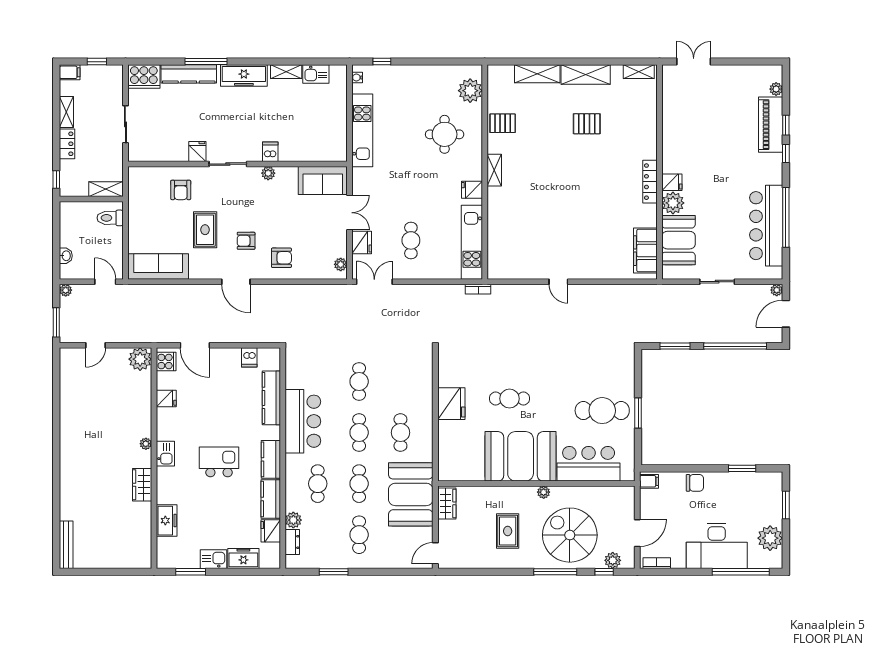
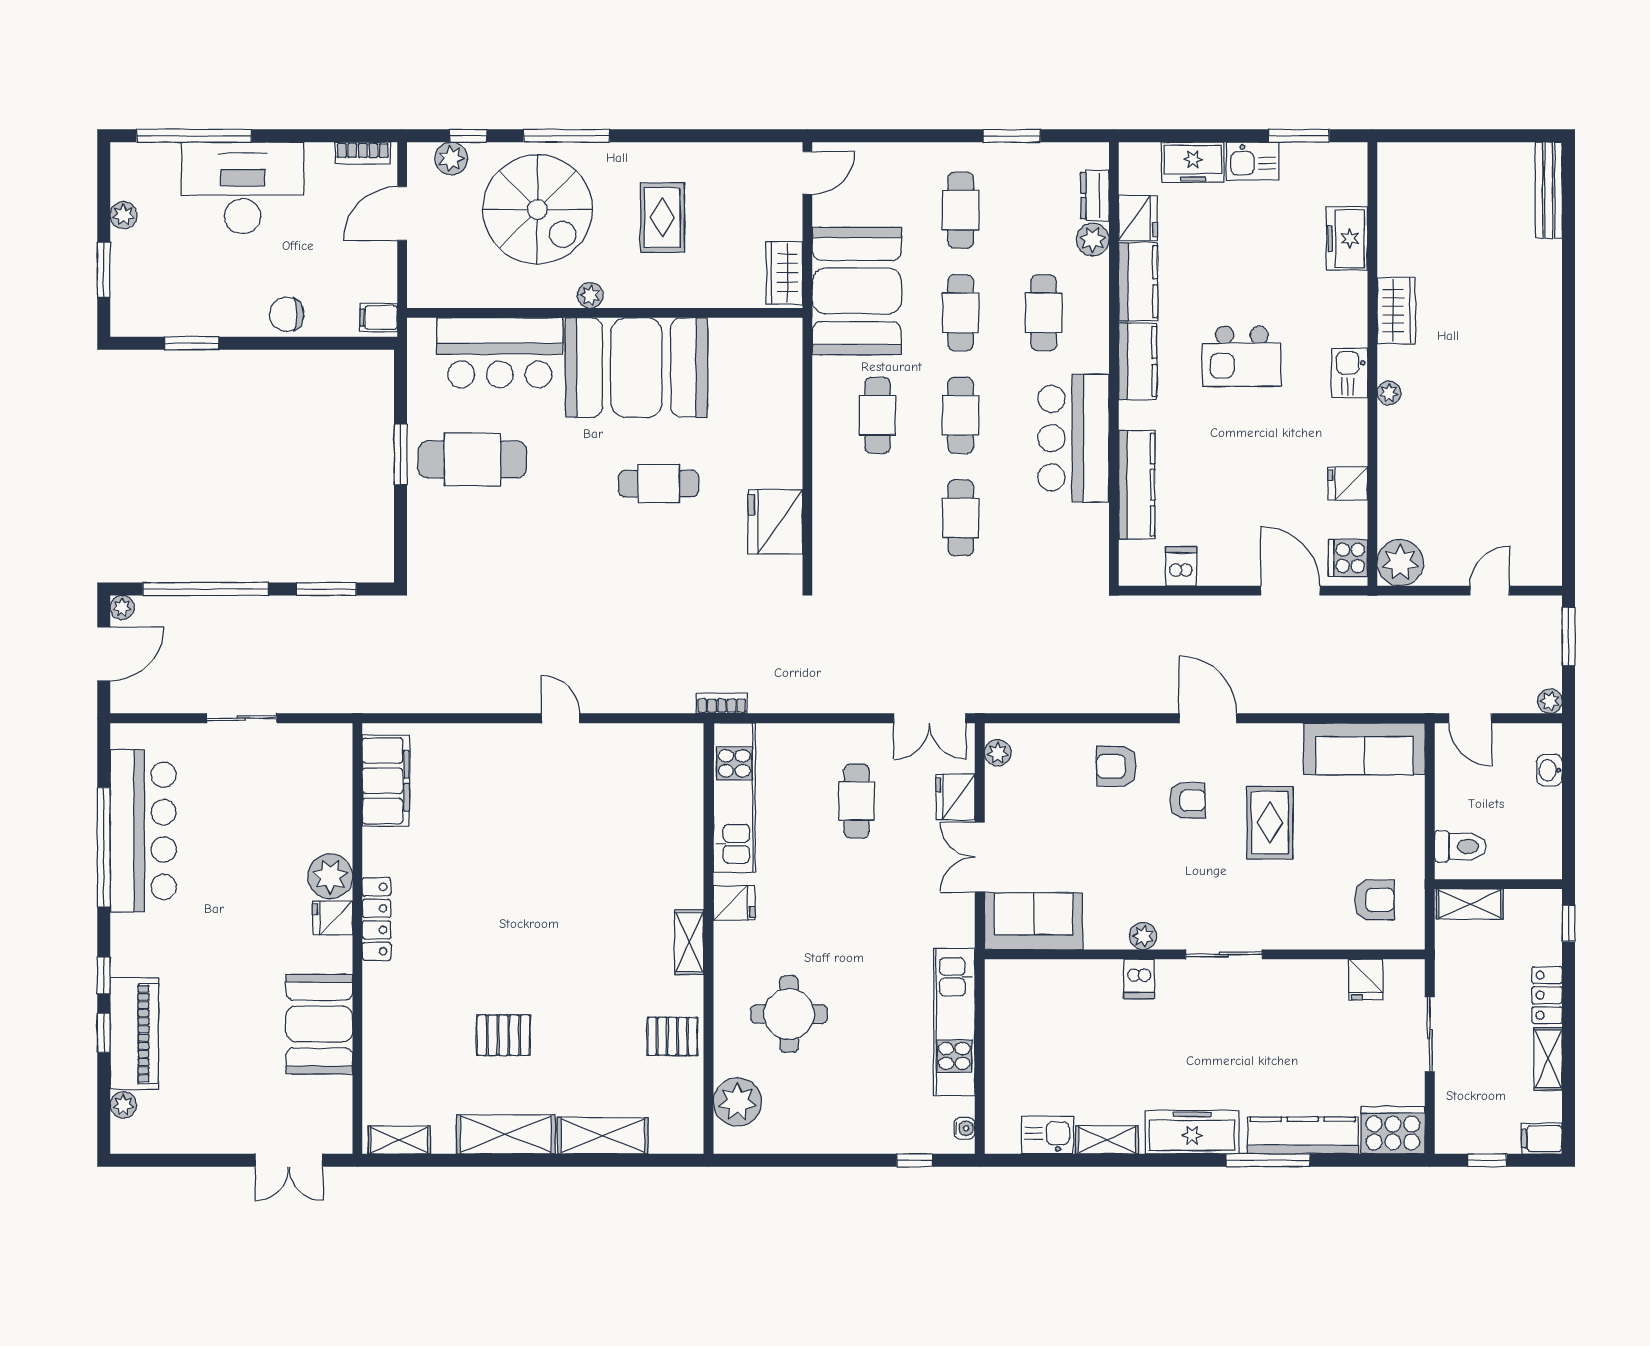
fridge: (197, 152) -> (1366, 980), moved
armchair: (181, 190) -> (1374, 900), moved, turned 90
booth: (678, 240) -> (319, 1024), moved
plant: (777, 290) -> (122, 607), moved
fridge: (451, 404) -> (775, 522), moved
plant: (770, 538) -> (124, 215), width x0.53, depth x0.53

